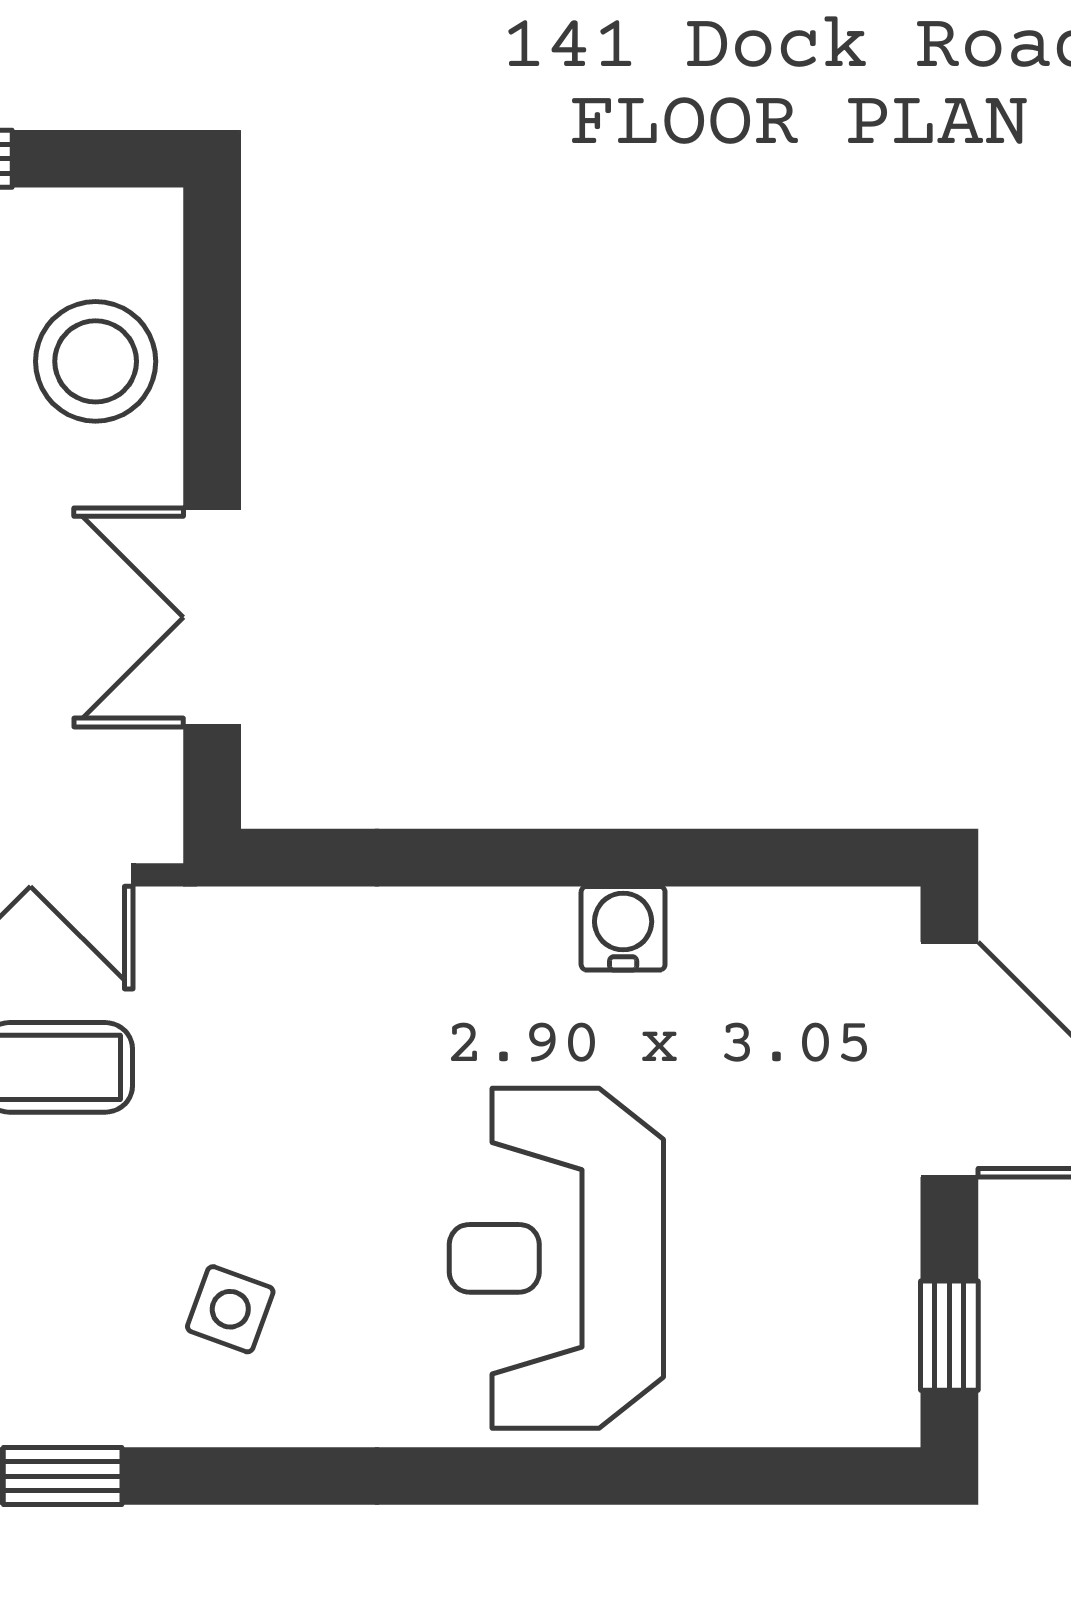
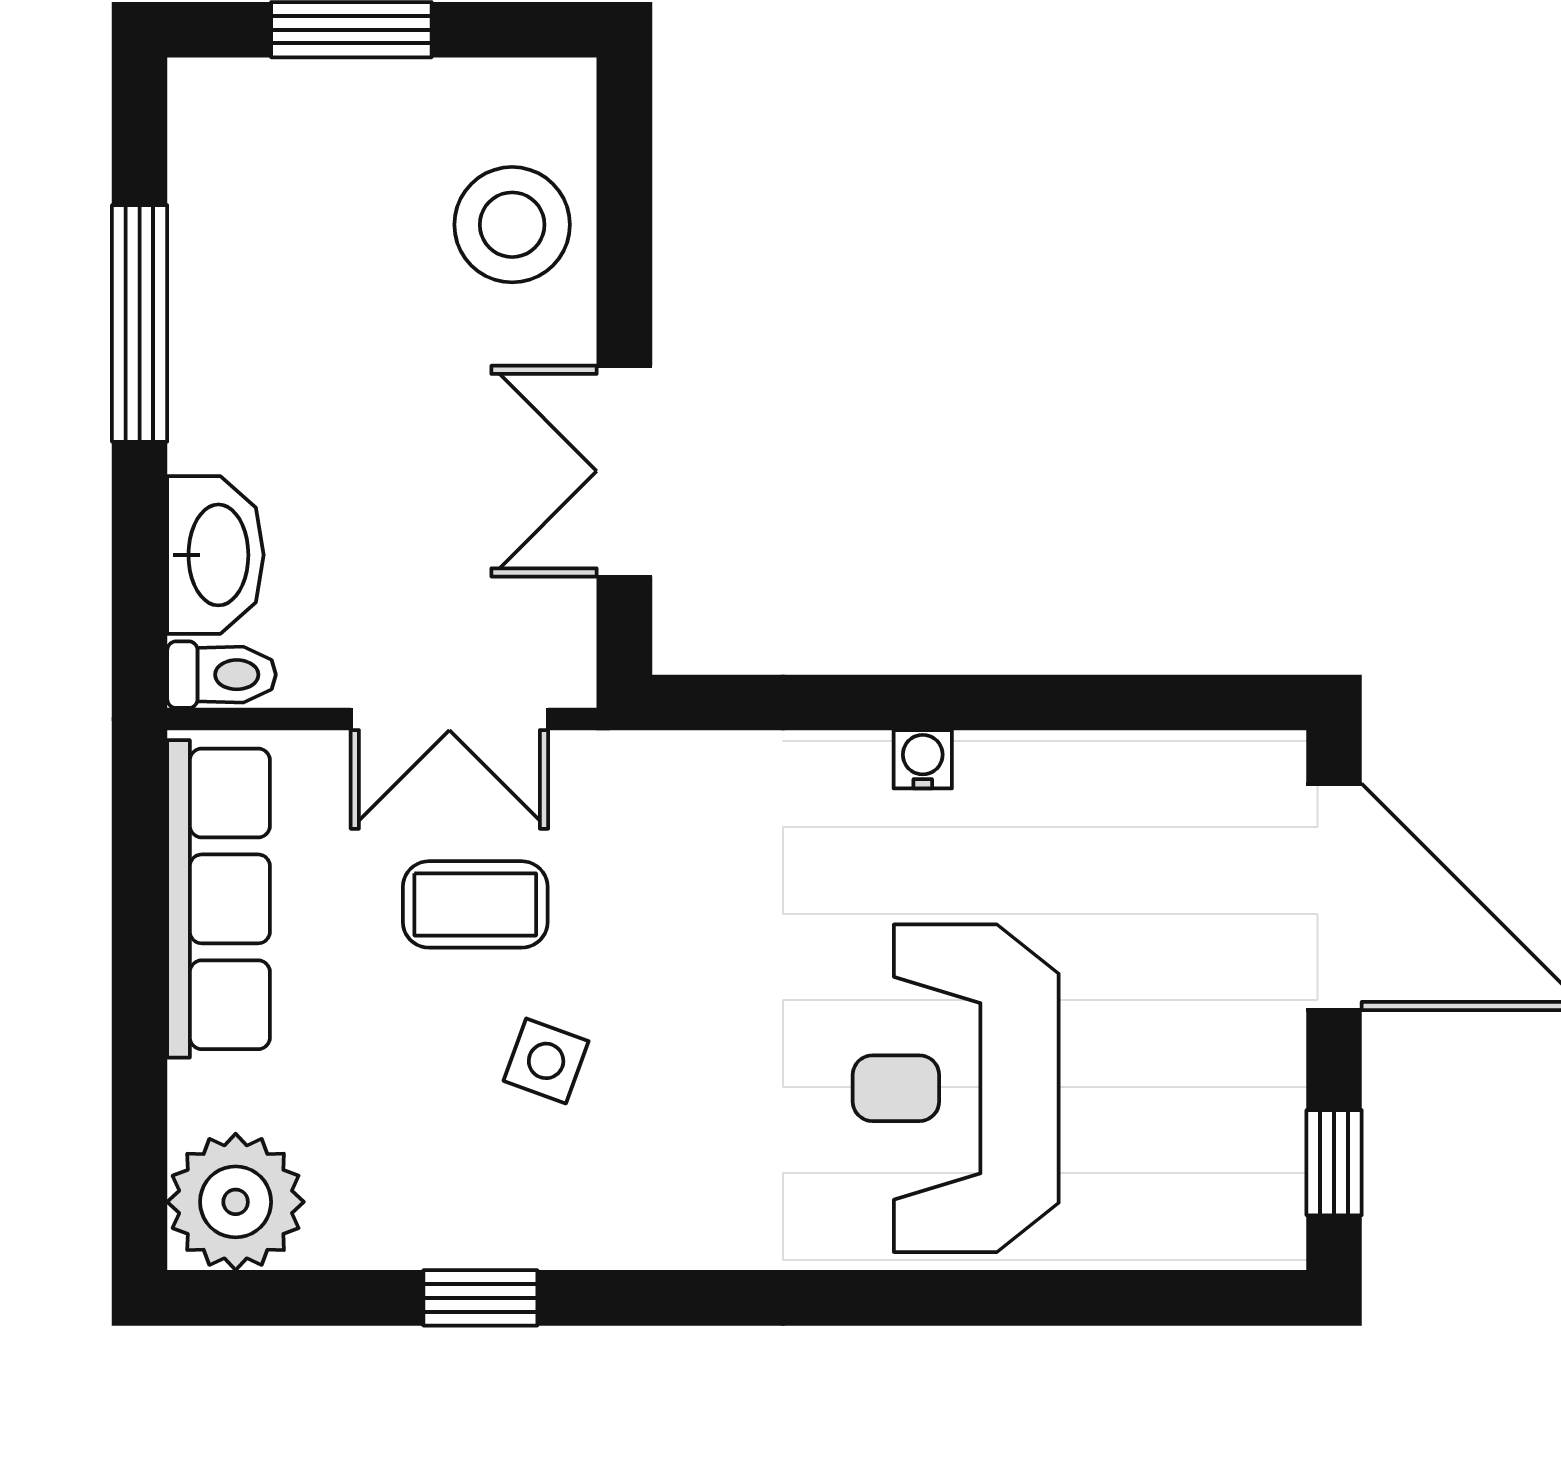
water cooler: (623, 928) -> (923, 759), moved, width x0.72, depth x0.72
side table: (230, 1309) -> (546, 1061), moved

